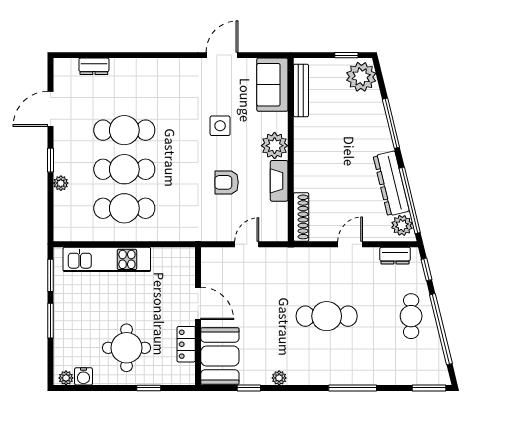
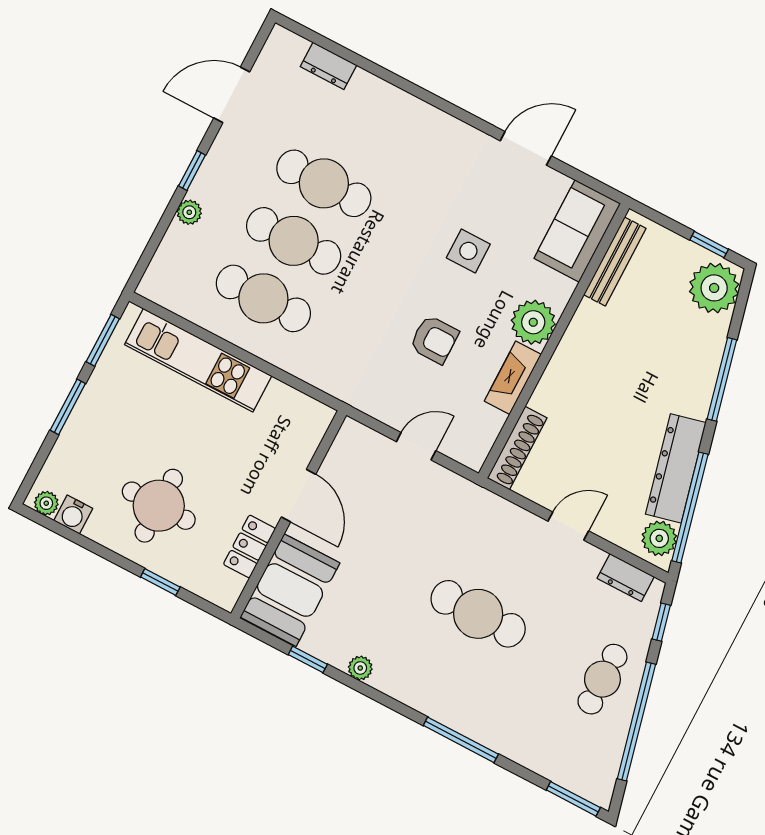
armchair: (227, 182) -> (434, 339), turned 180

